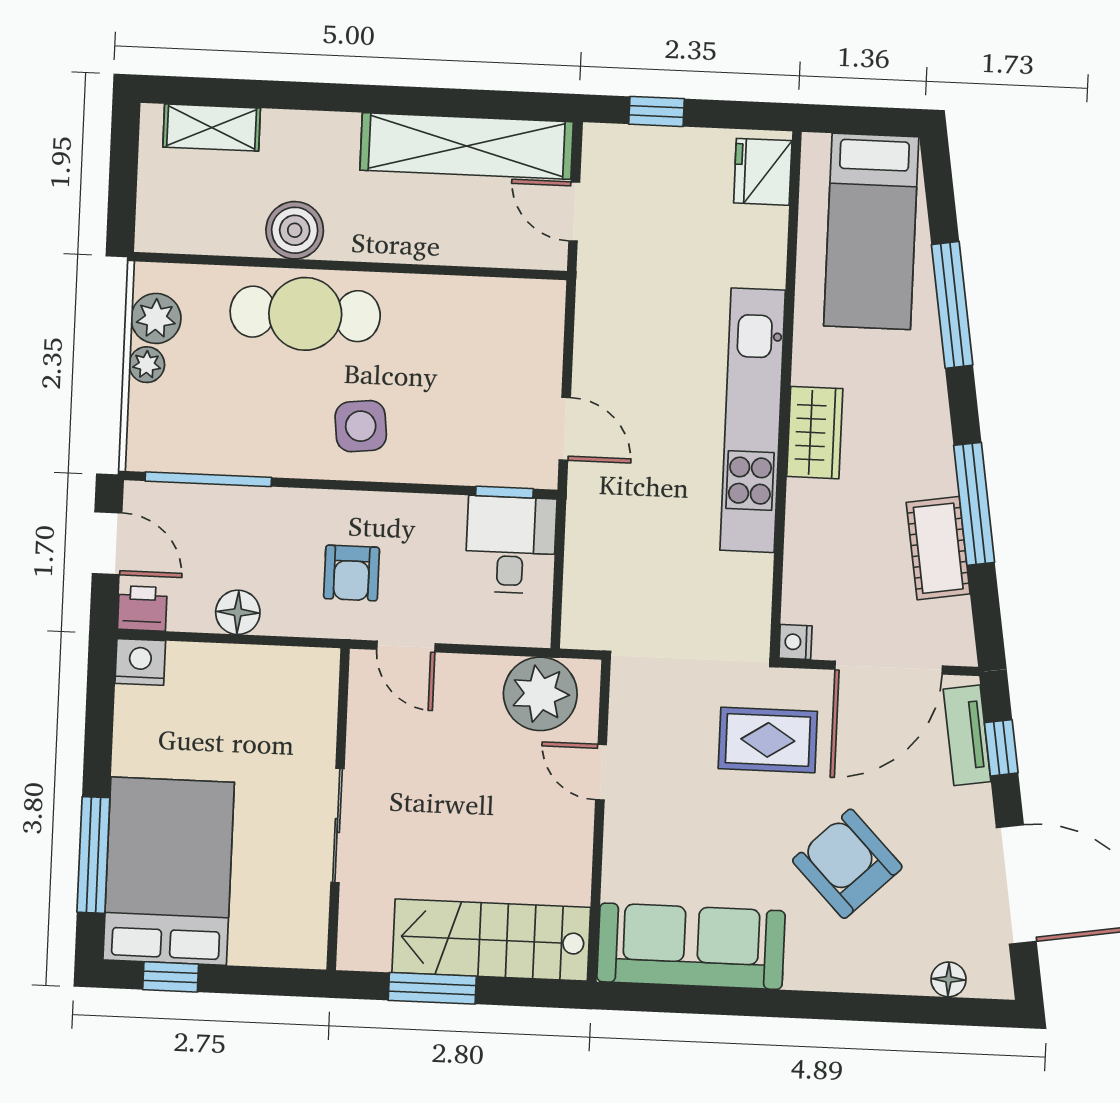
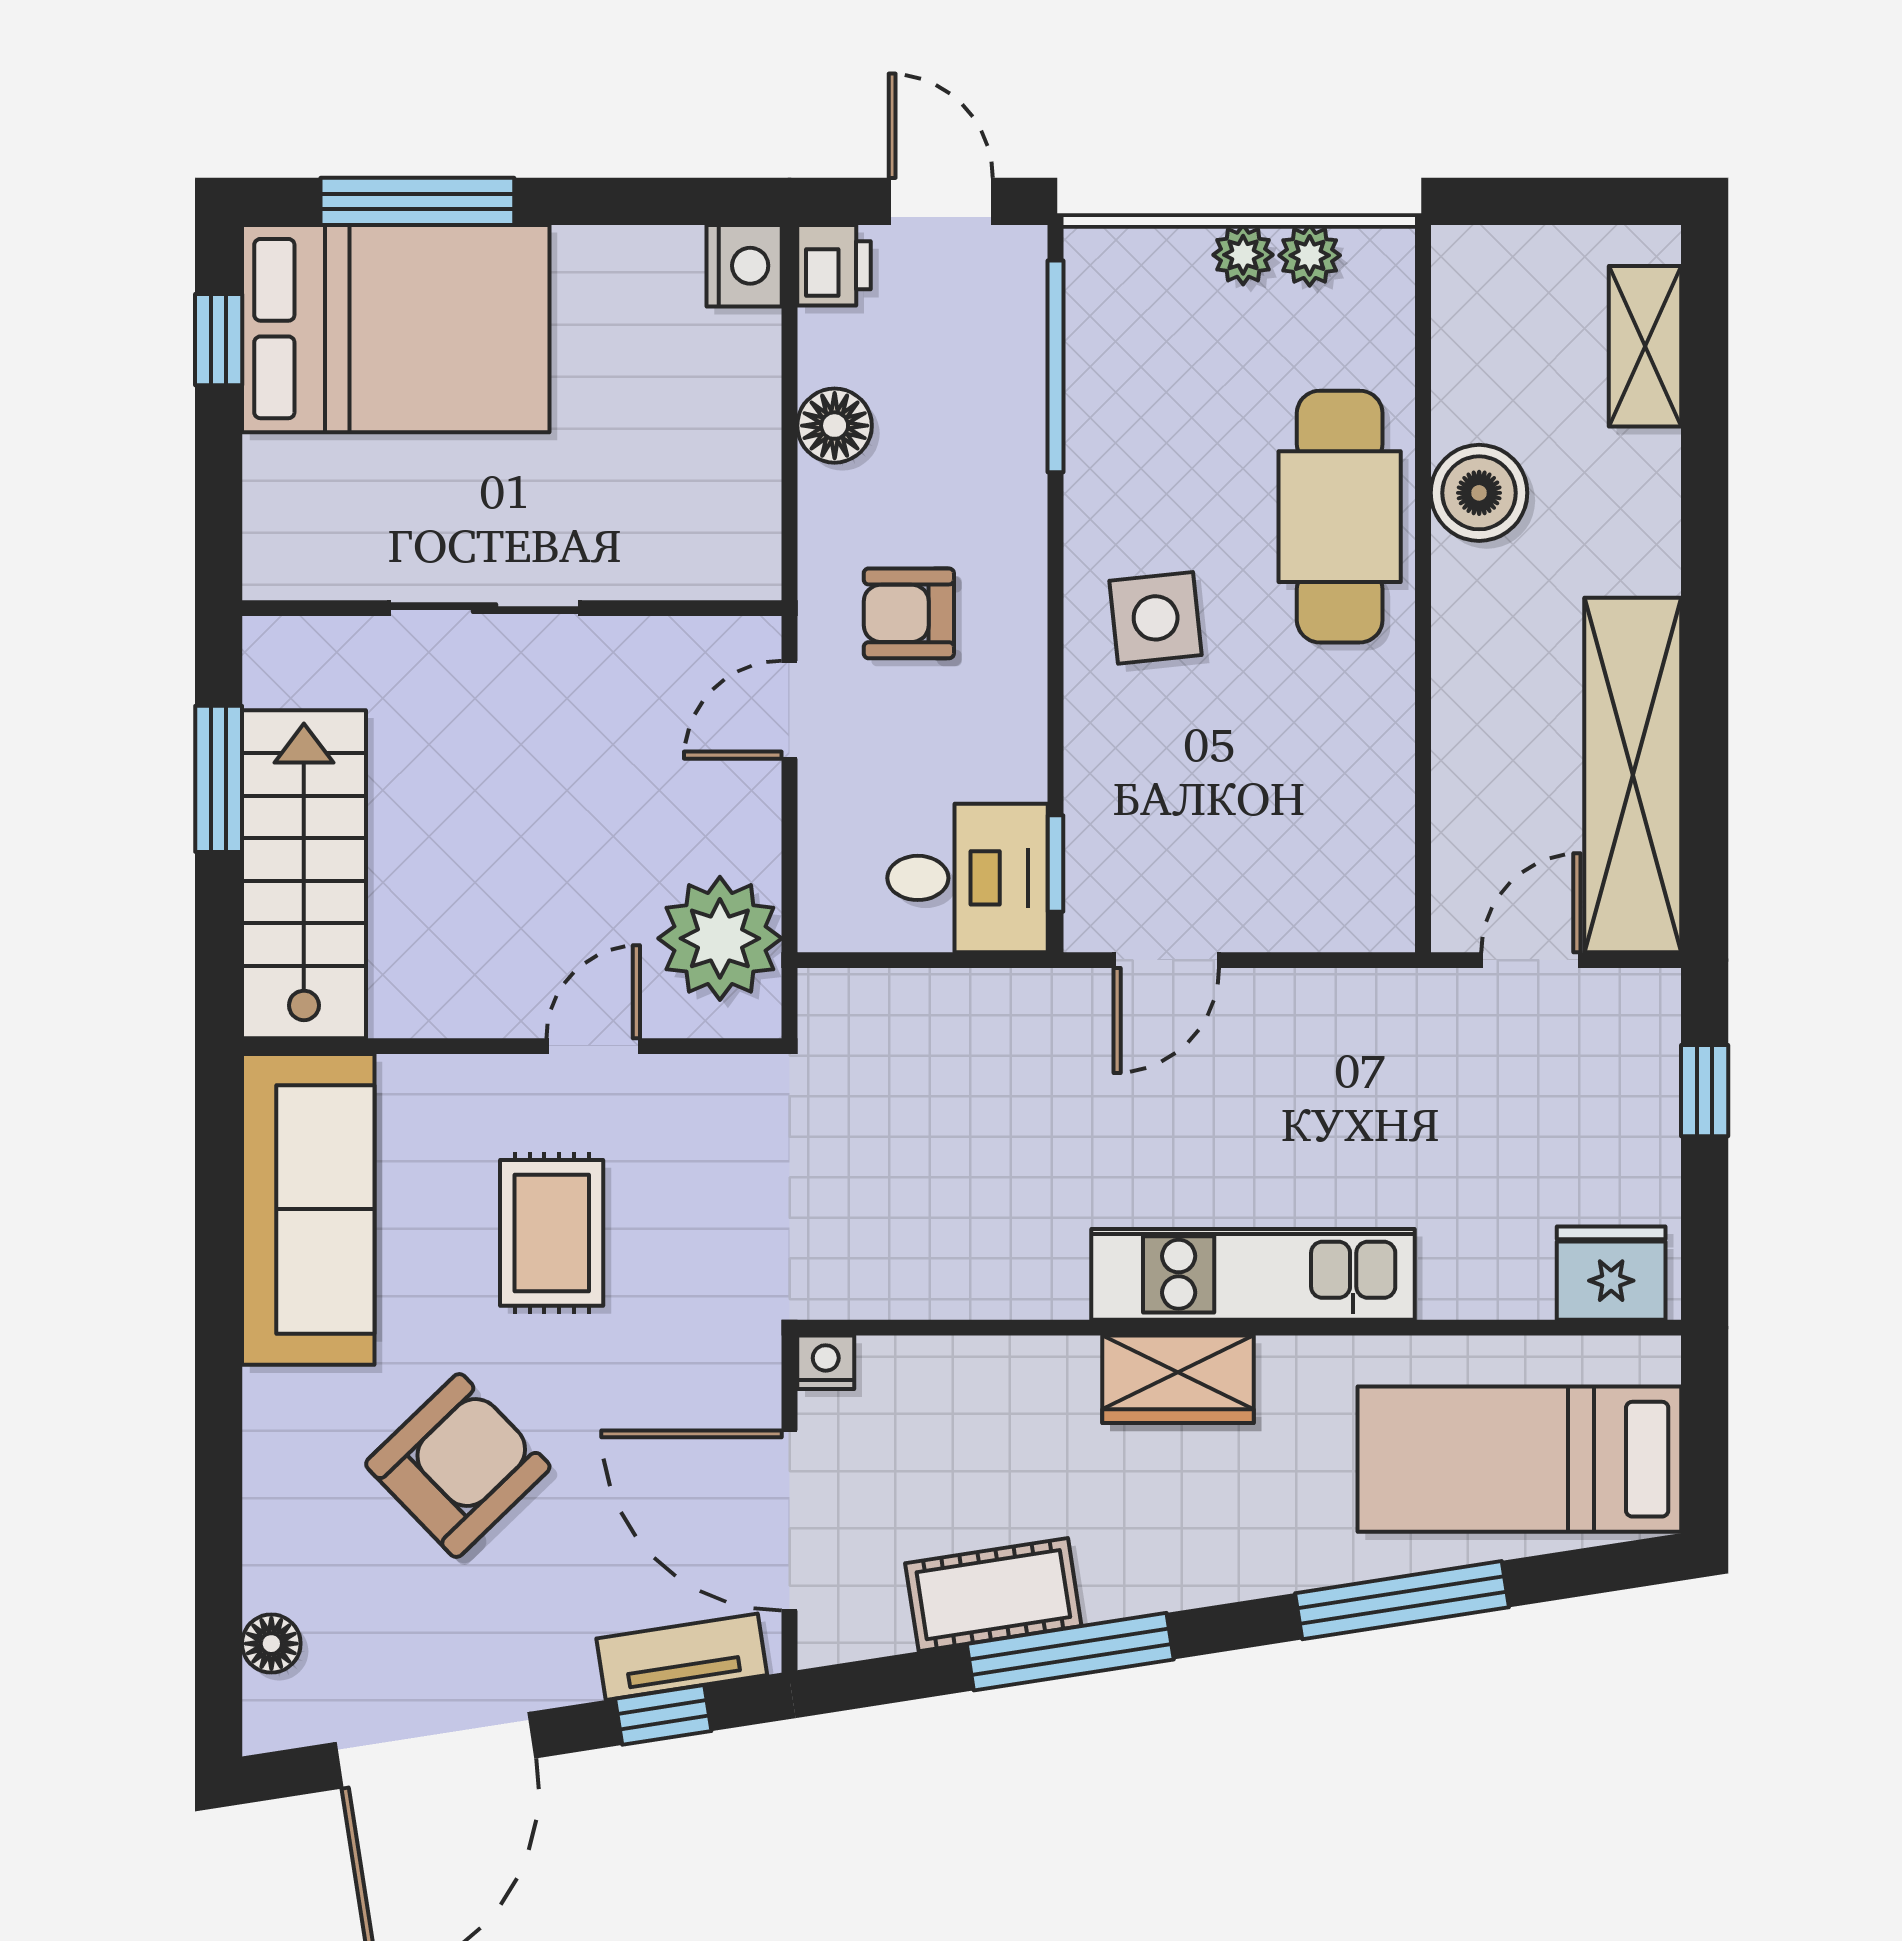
plant: (156, 318) -> (1310, 255), width x0.73, depth x0.73
kitchen unit: (753, 420) -> (1253, 1274), width x0.73
door: (107, 543) -> (941, 201), swing flipped
rug: (768, 740) -> (552, 1233), moved

